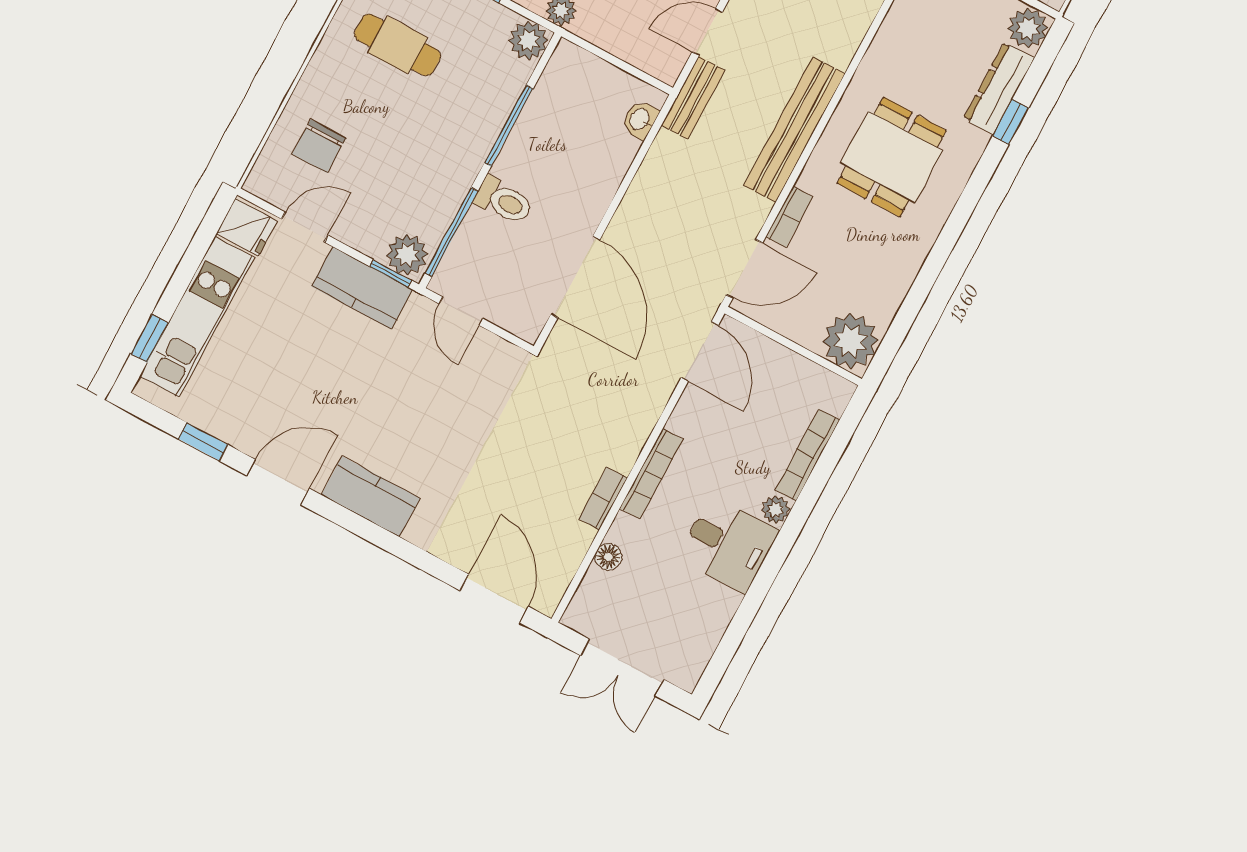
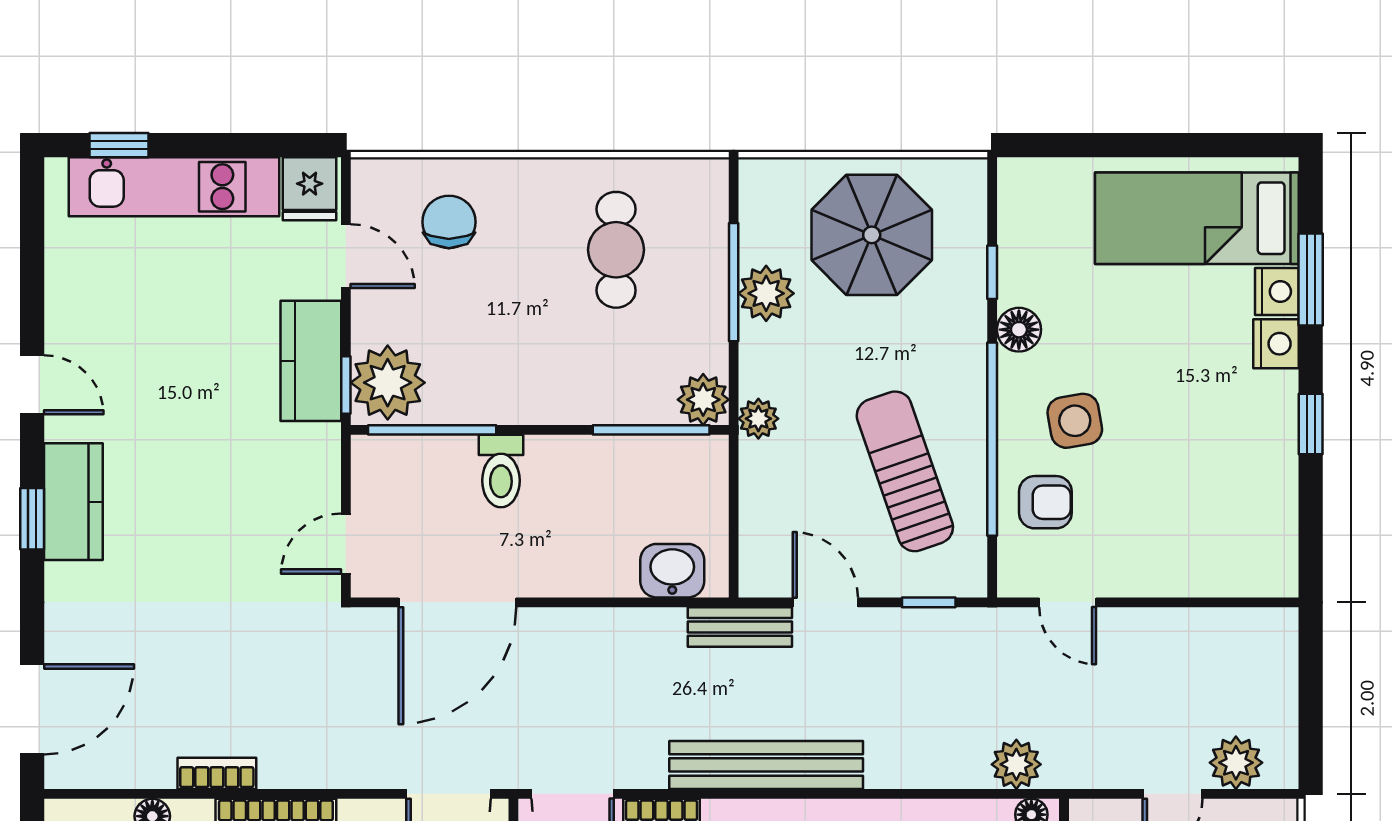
washbasin: (640, 120) -> (672, 571), width x1.38, depth x1.45
window: (509, 126) -> (651, 430), moved
chair: (319, 146) -> (449, 222), turned 90
plant: (407, 255) -> (388, 383), width x1.36, depth x1.36
door: (461, 311) -> (346, 544), moved
window: (203, 442) -> (32, 519), moved
door: (278, 482) -> (32, 385), width x0.73

